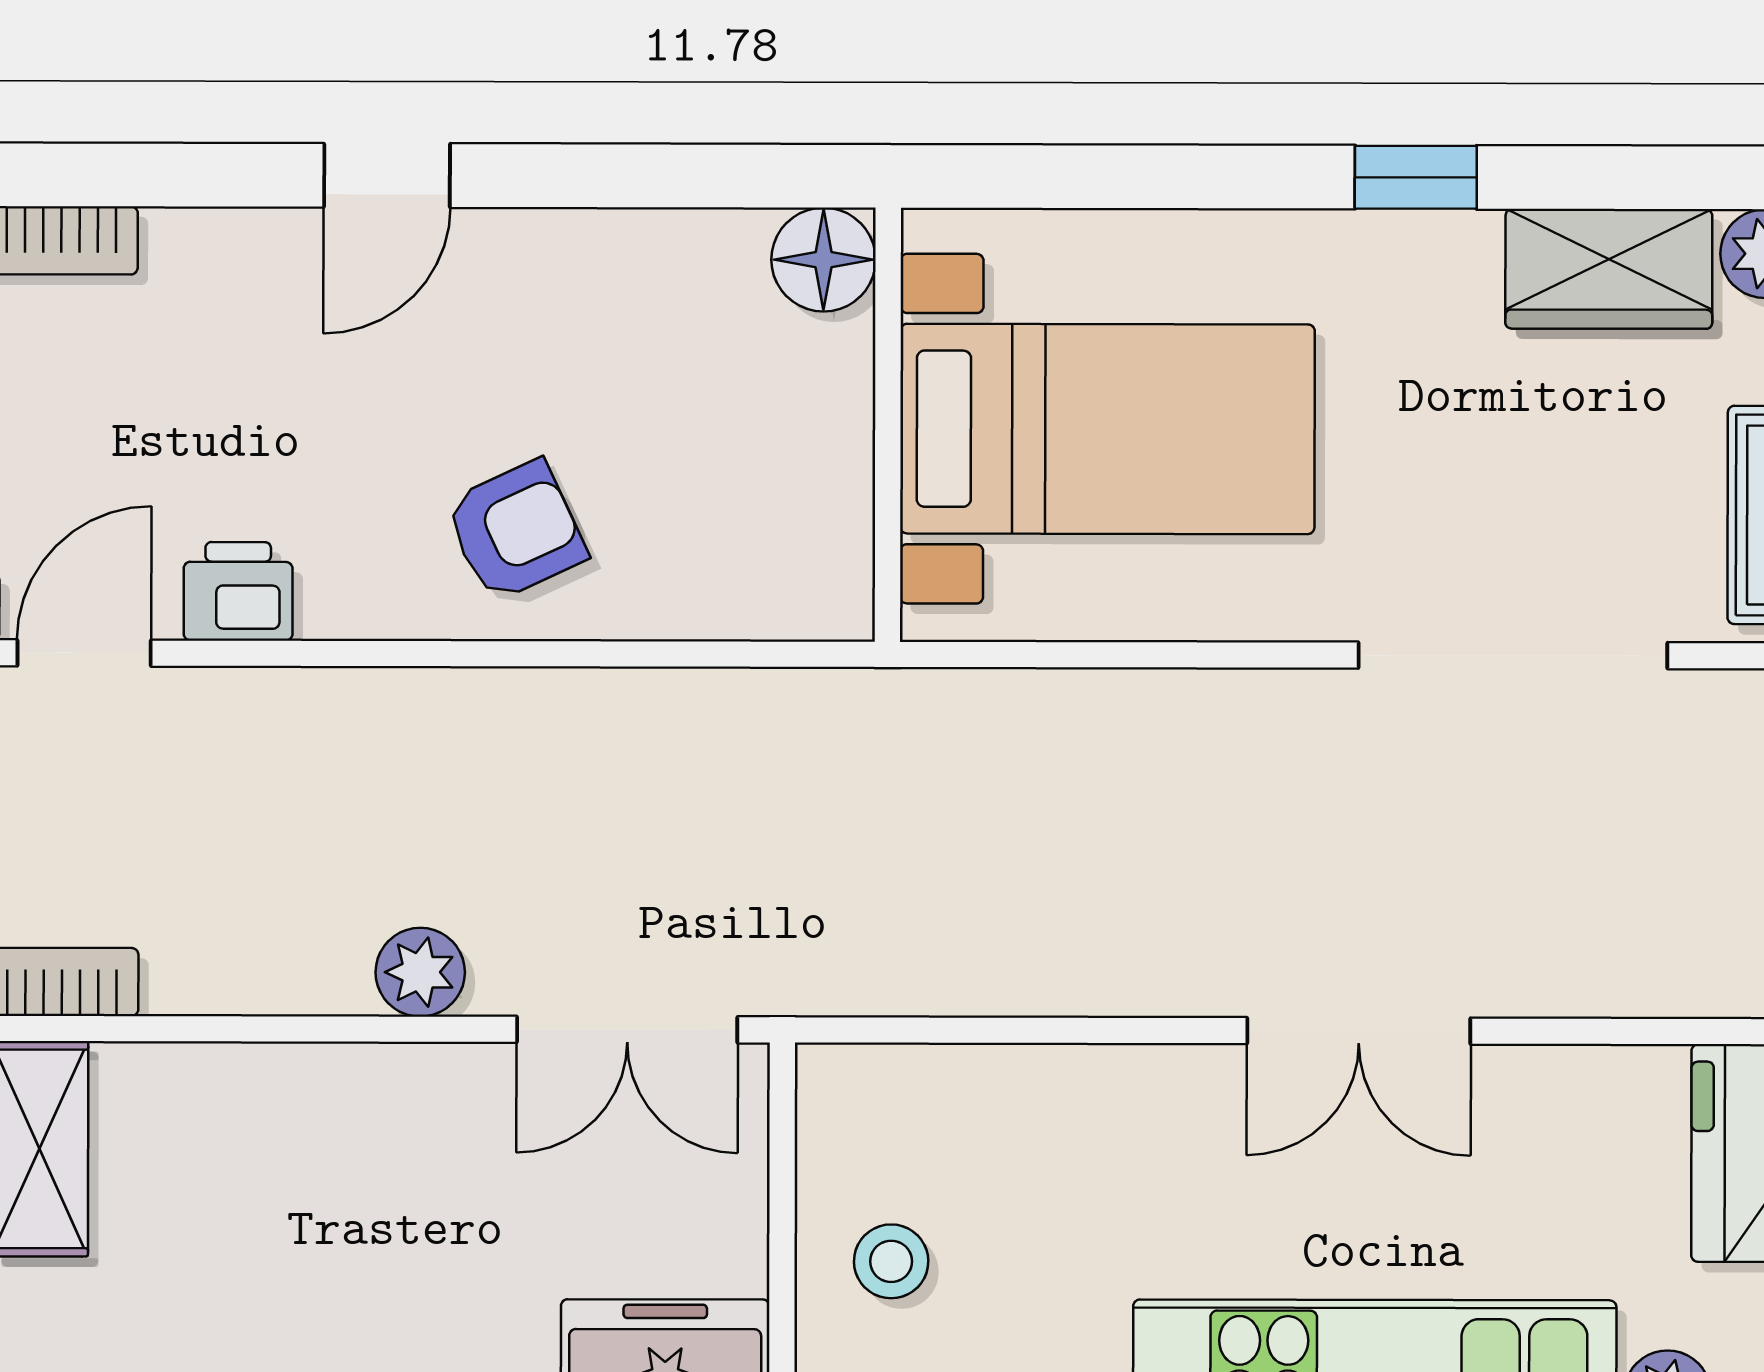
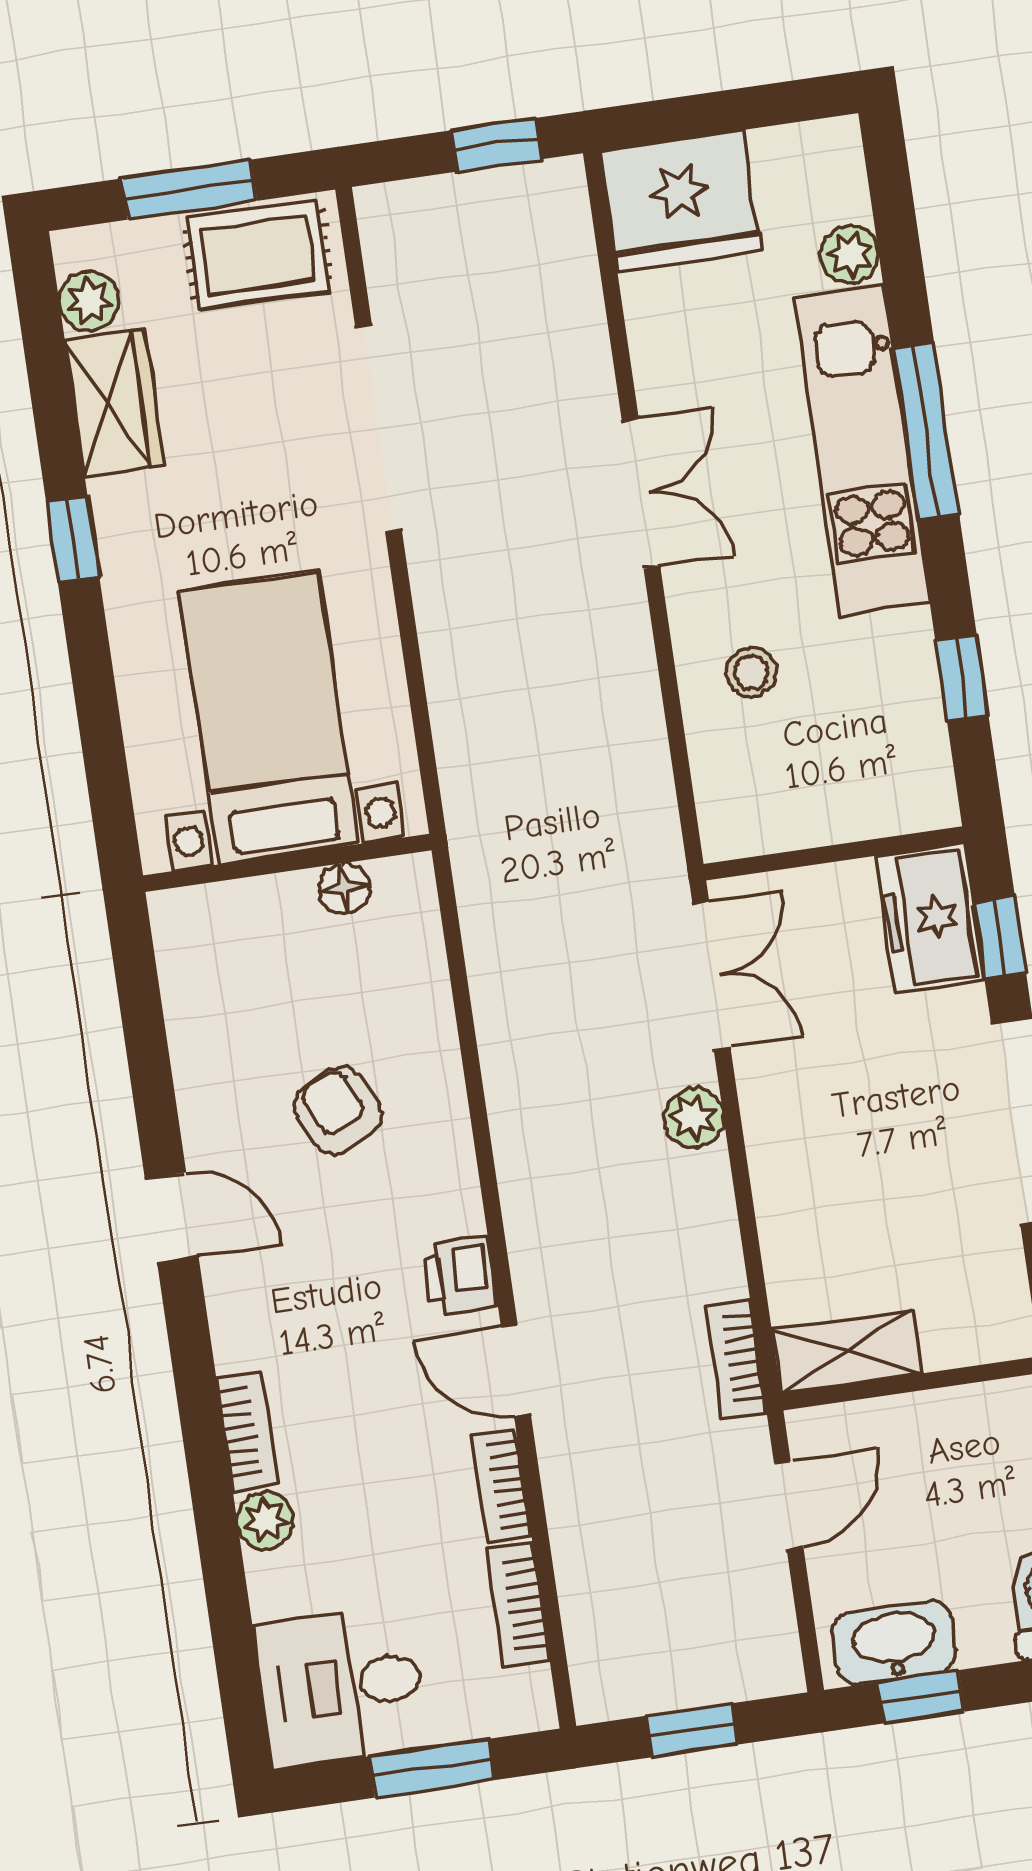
floor lamp: (824, 260) -> (345, 888), moved, width x0.73, depth x0.73
armchair: (516, 531) -> (338, 1110), moved
stool: (891, 1261) -> (751, 673), moved

